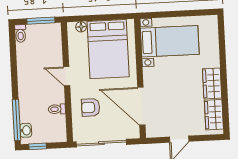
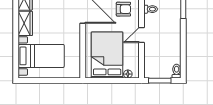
bed with nightstands: (170, 41) -> (41, 56), moved, turned 180
door: (67, 76) -> (141, 35), swing flipped

